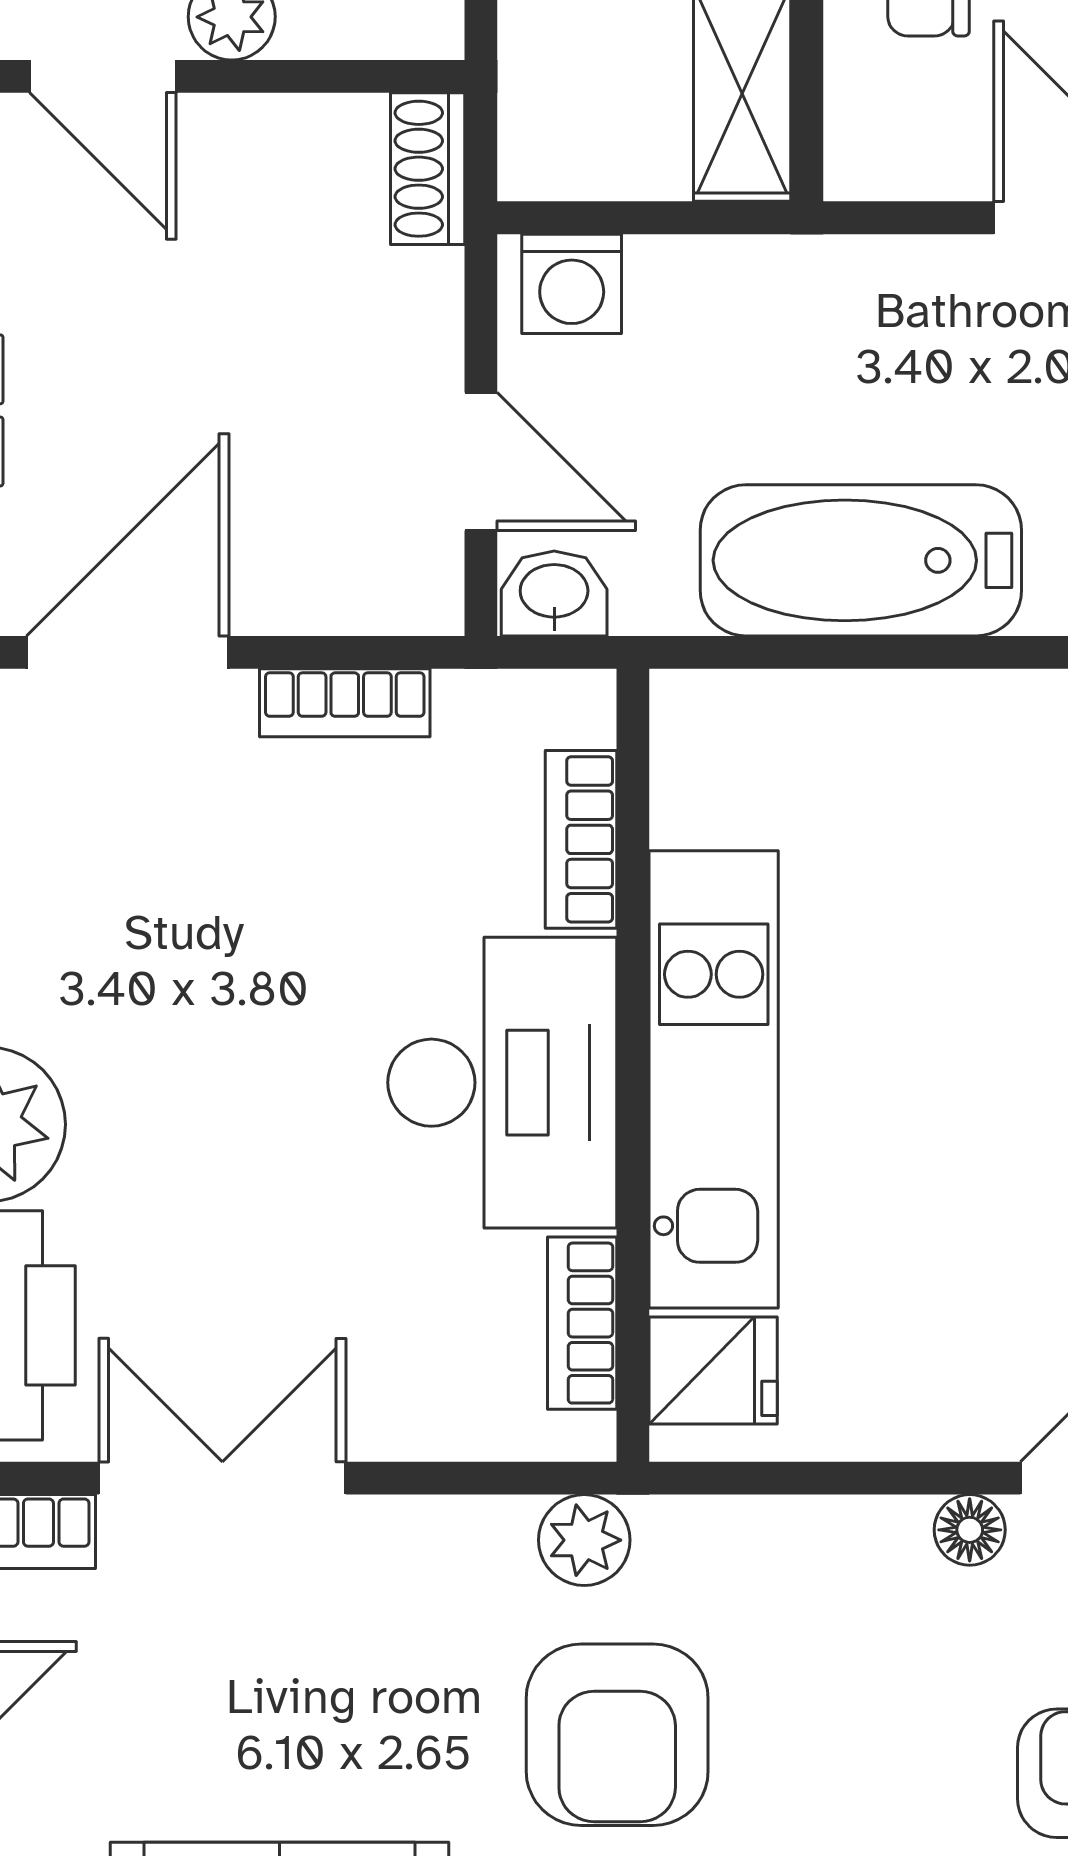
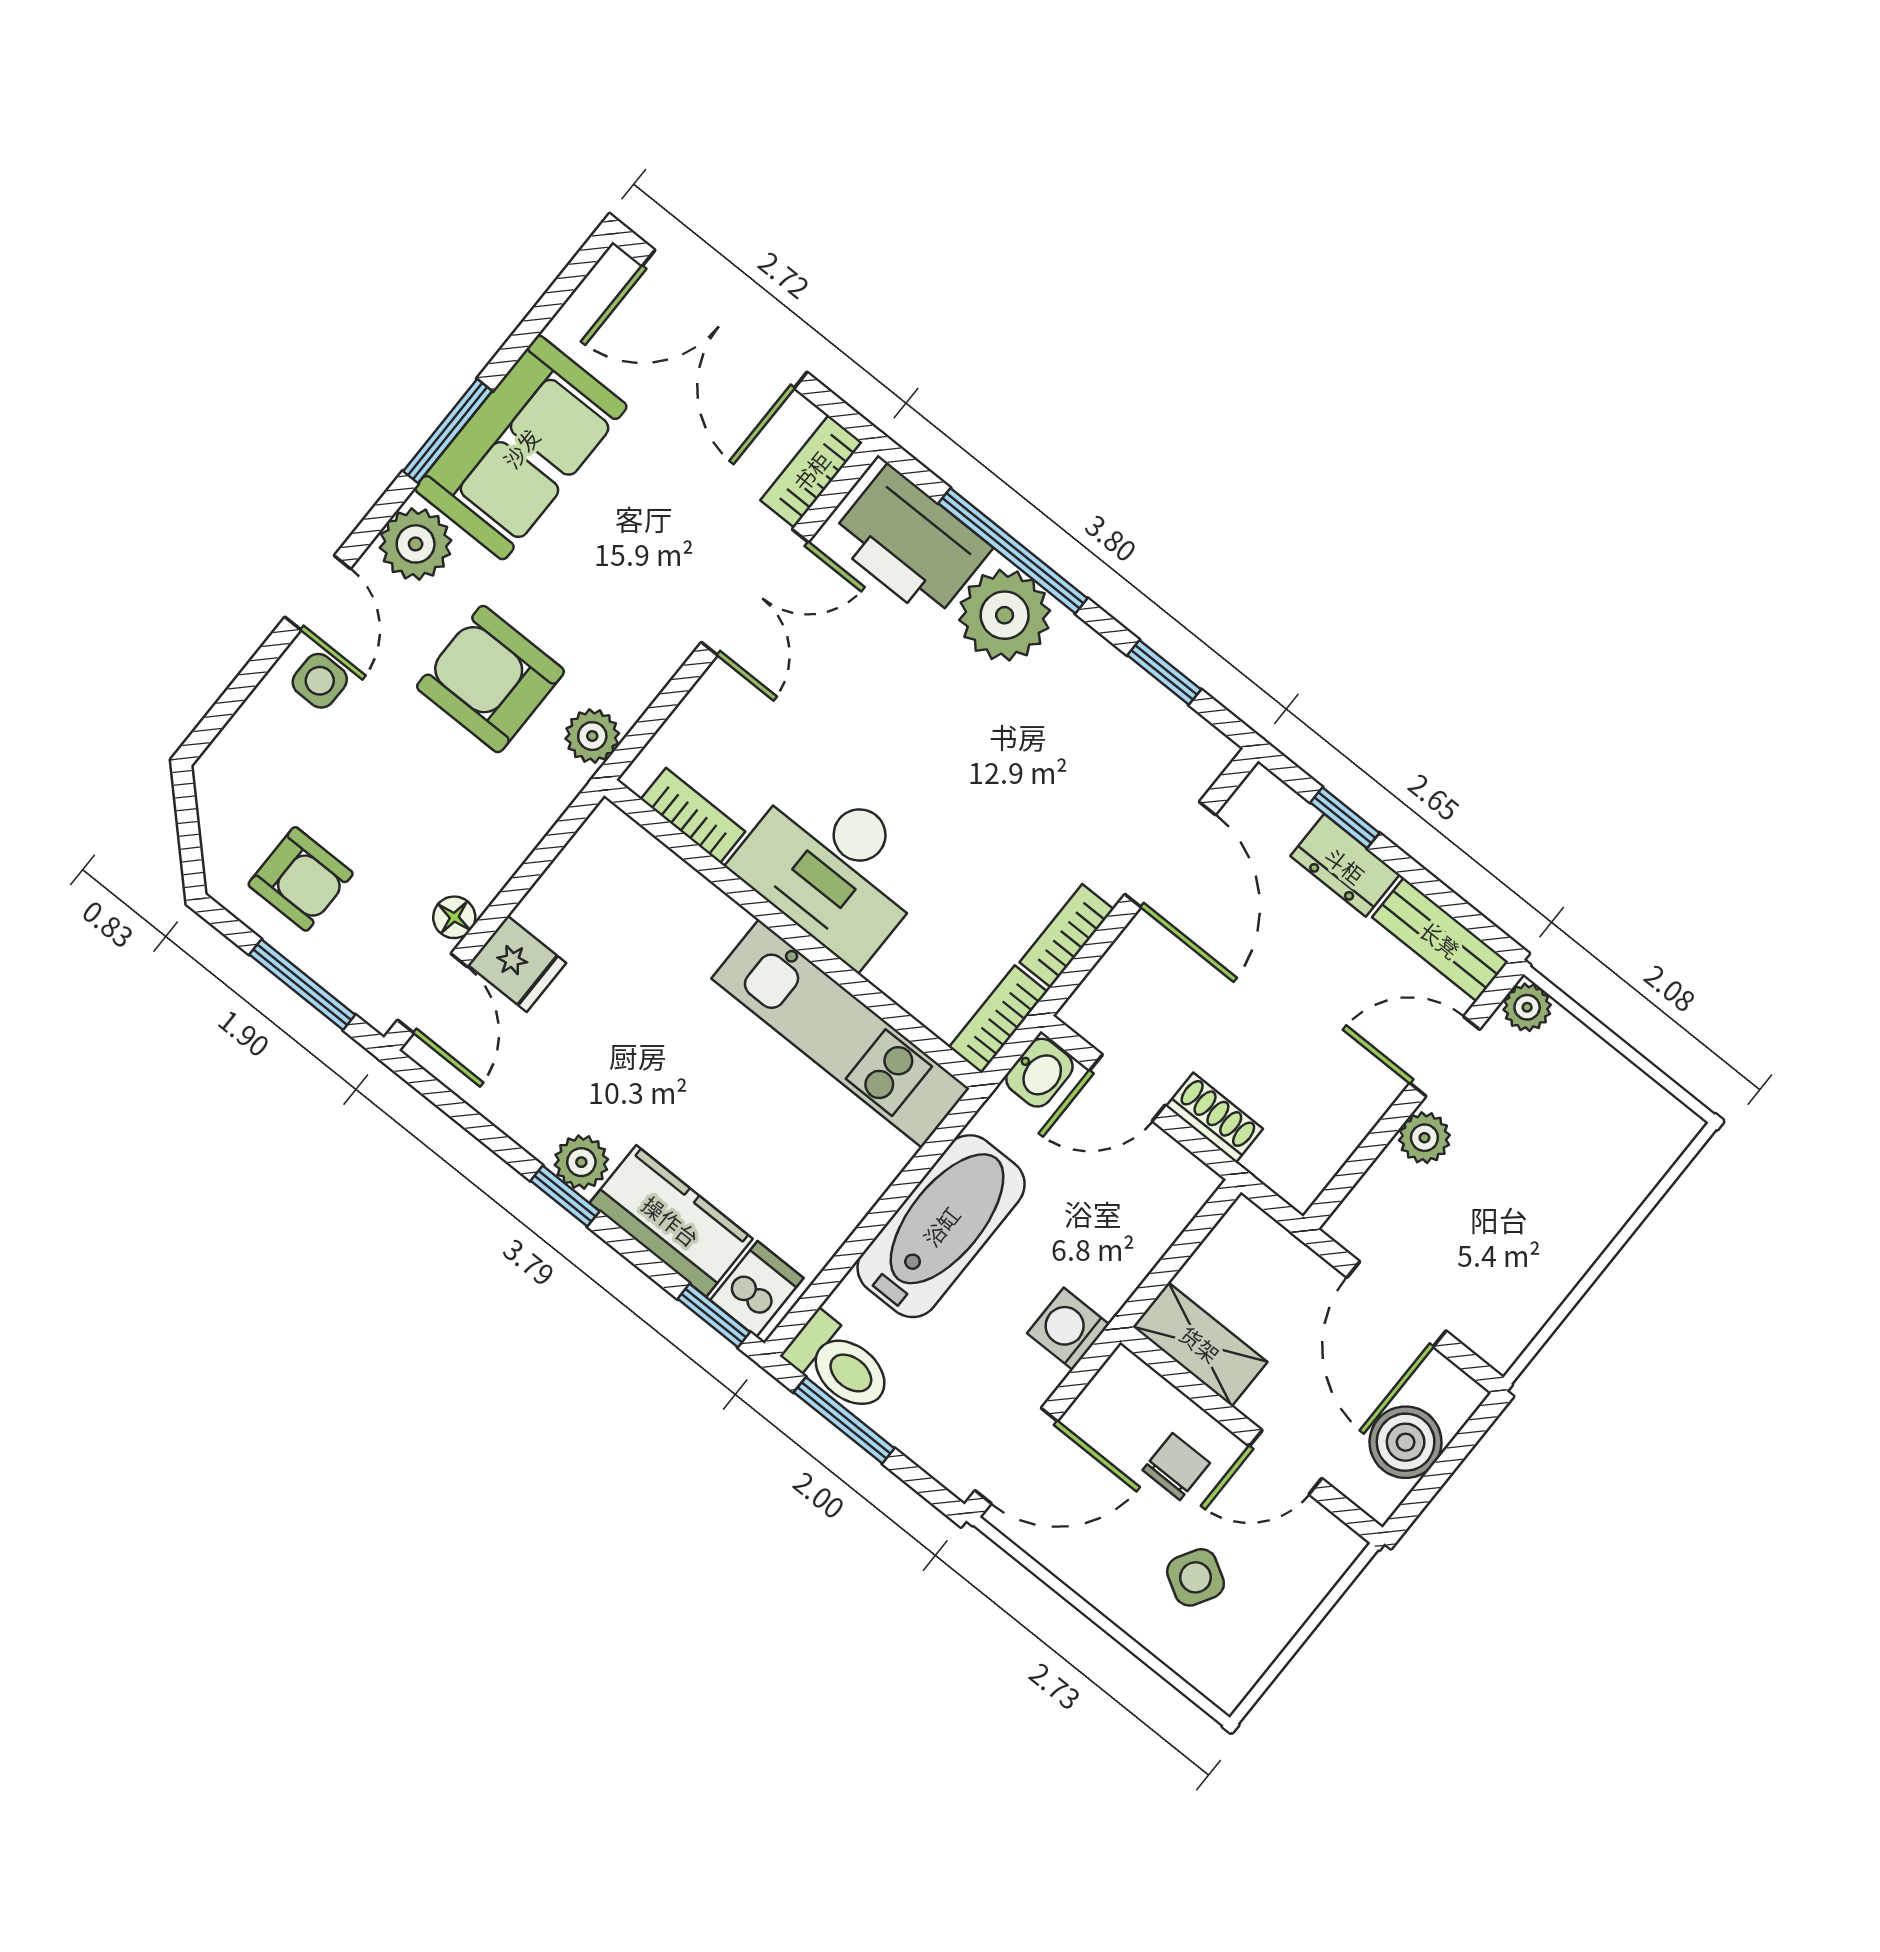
shoe rack: (428, 169) -> (1215, 1118), moved
washing machine: (572, 284) -> (1068, 1329), moved
bookcase: (581, 839) -> (998, 1019), moved, turned -90
kitchen unit: (714, 1079) -> (840, 1034), moved
fridge: (713, 1370) -> (517, 964), moved, turned -90

